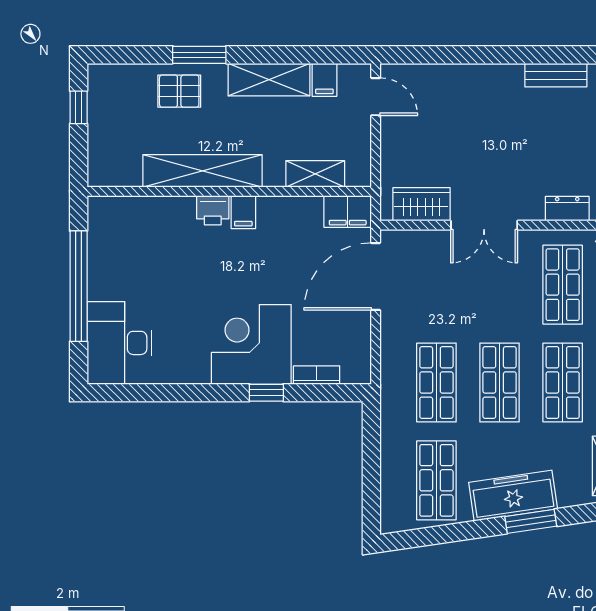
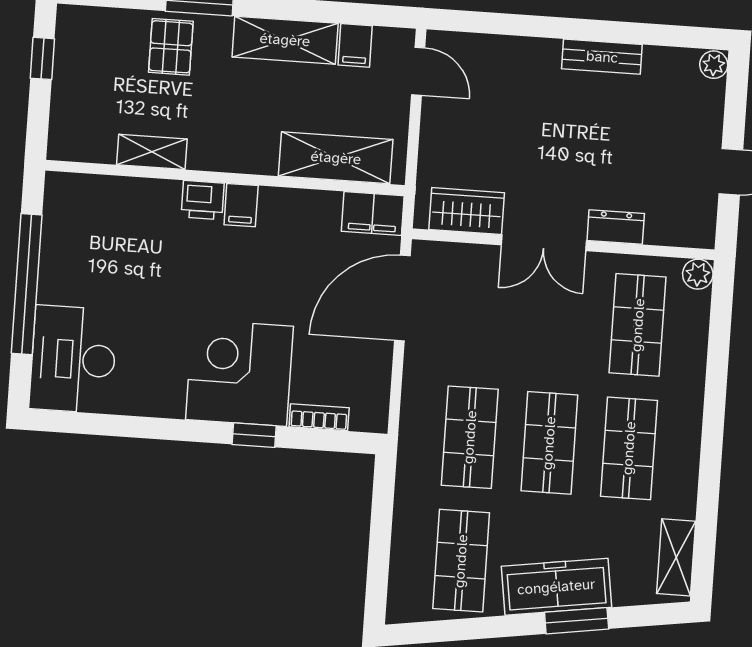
bench: (556, 75) -> (602, 57), moved
pallet: (179, 91) -> (171, 47), turned 90
shelving: (203, 171) -> (152, 152), width x0.45, depth x0.75
shelving: (315, 174) -> (336, 158), width x1.50, depth x1.33
dresser: (567, 209) -> (616, 227), moved

